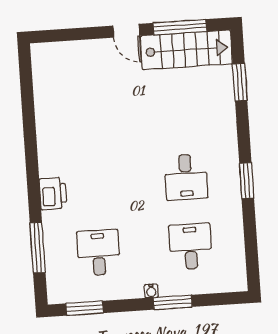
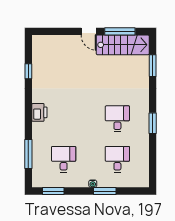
window: (28, 106) -> (28, 71), added
desk: (186, 177) -> (117, 119), turned 180
printer: (53, 194) -> (39, 112), moved

